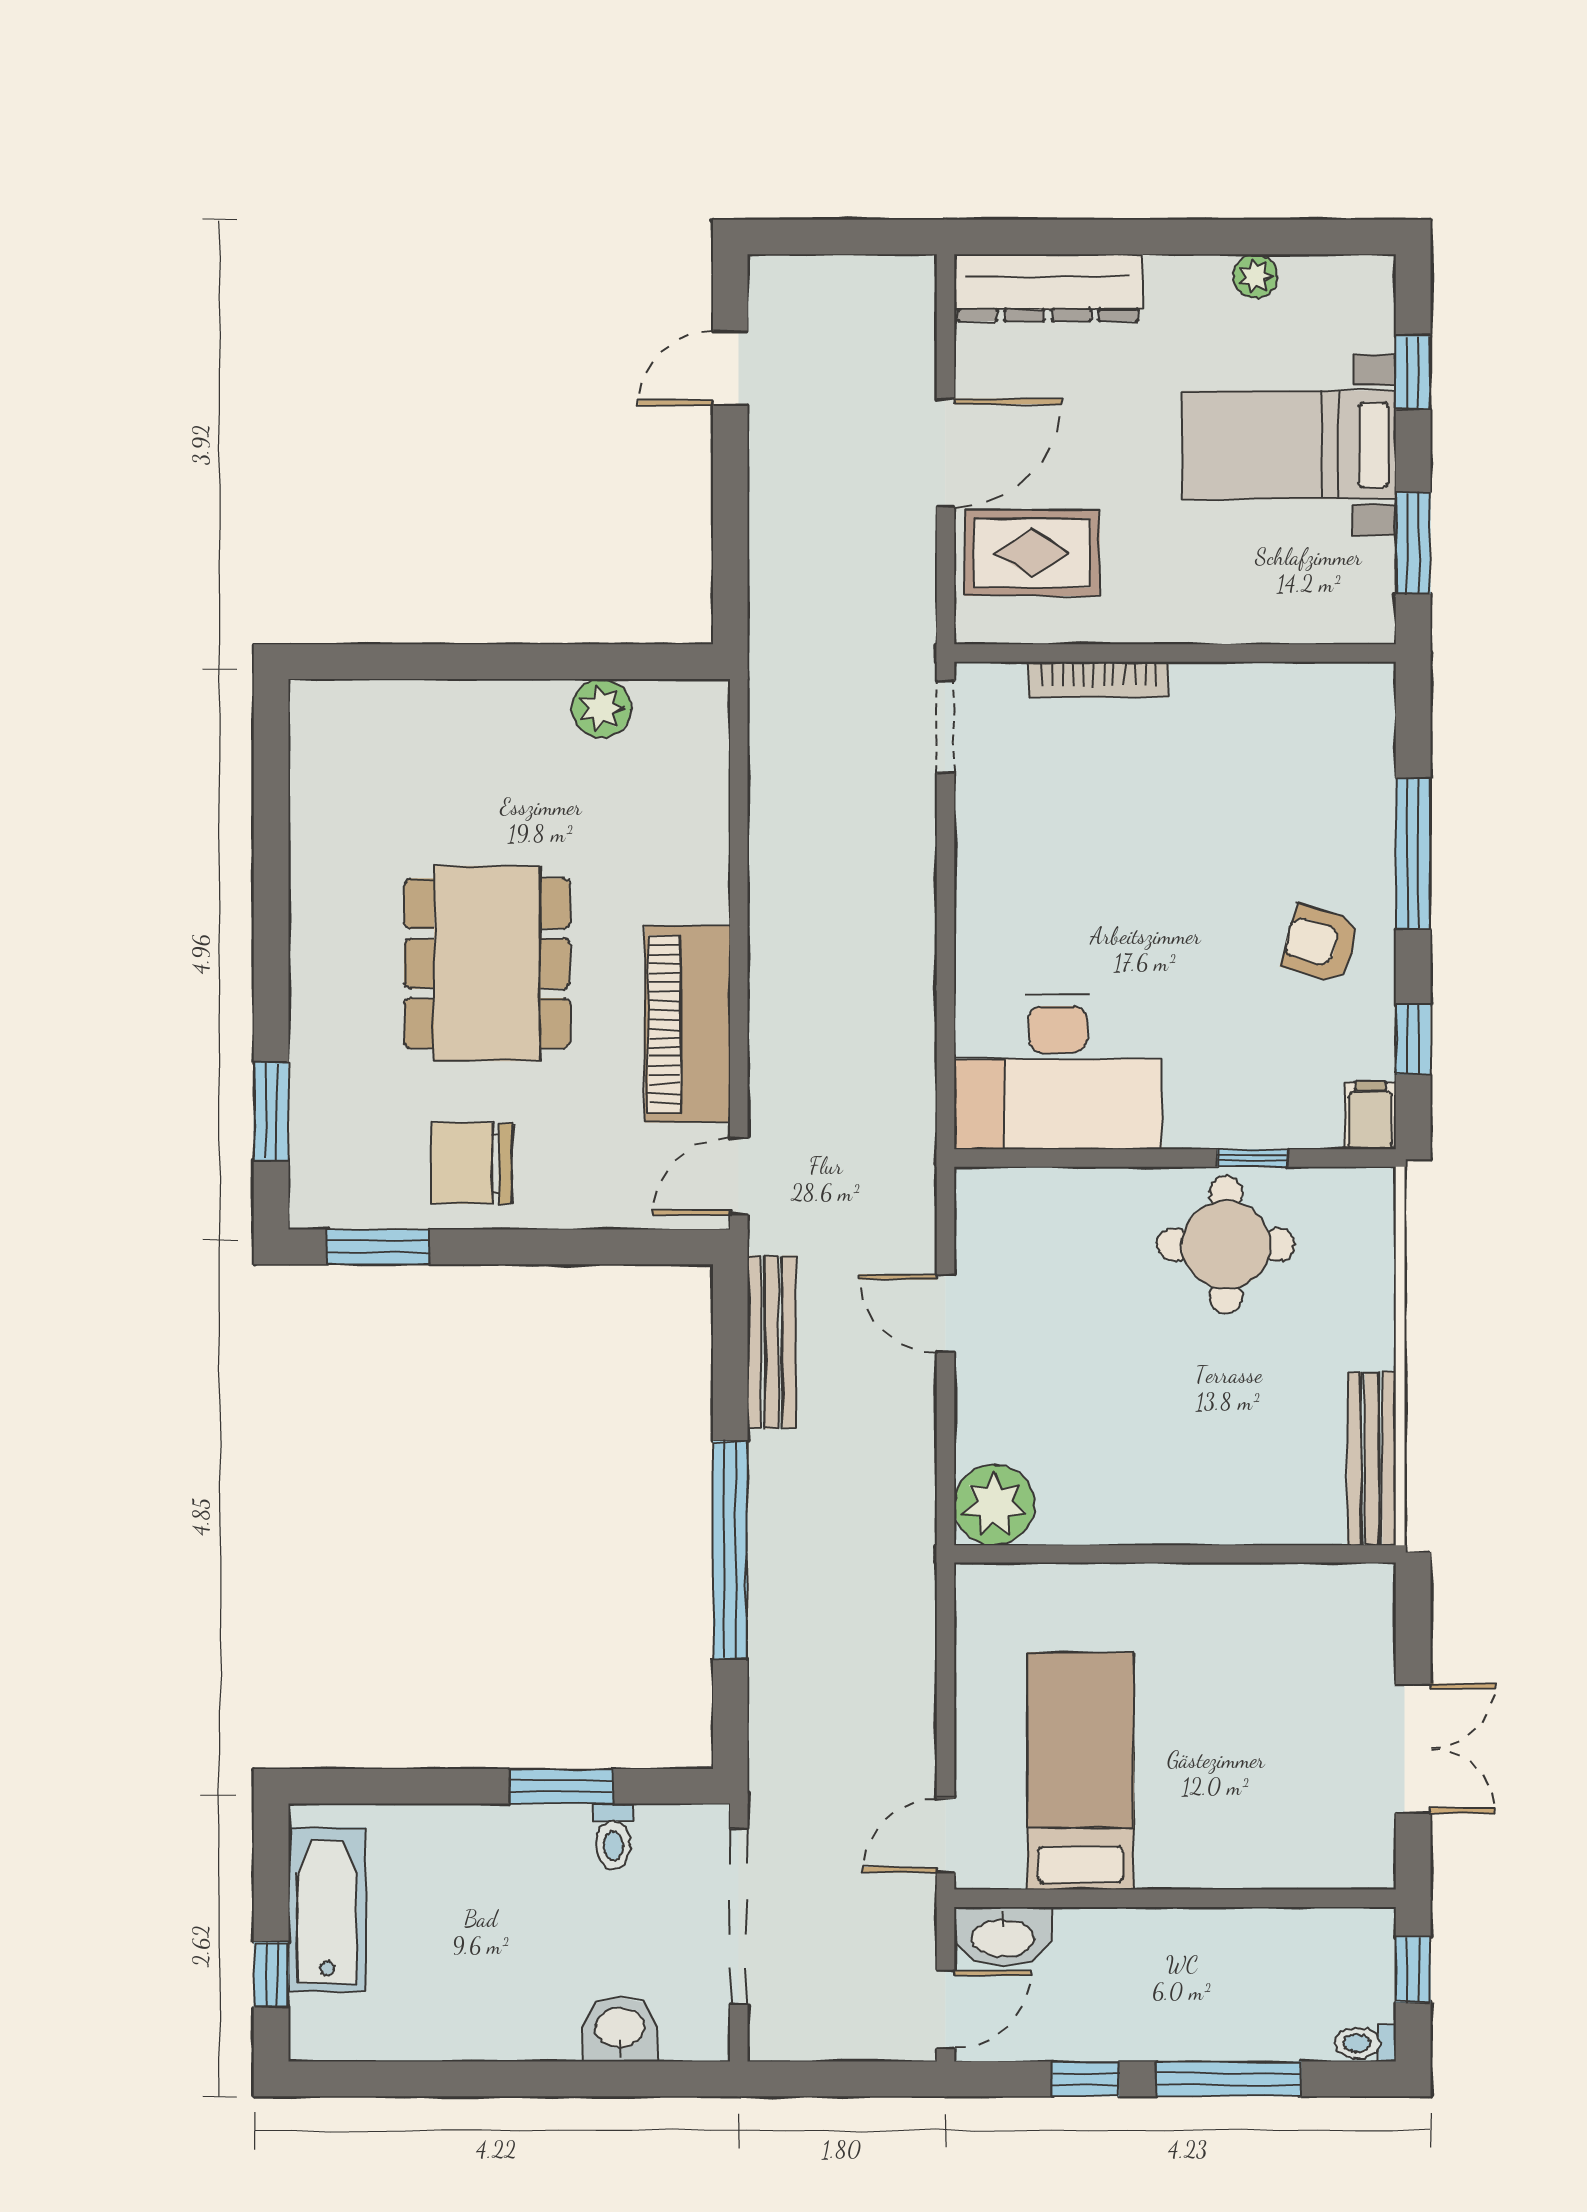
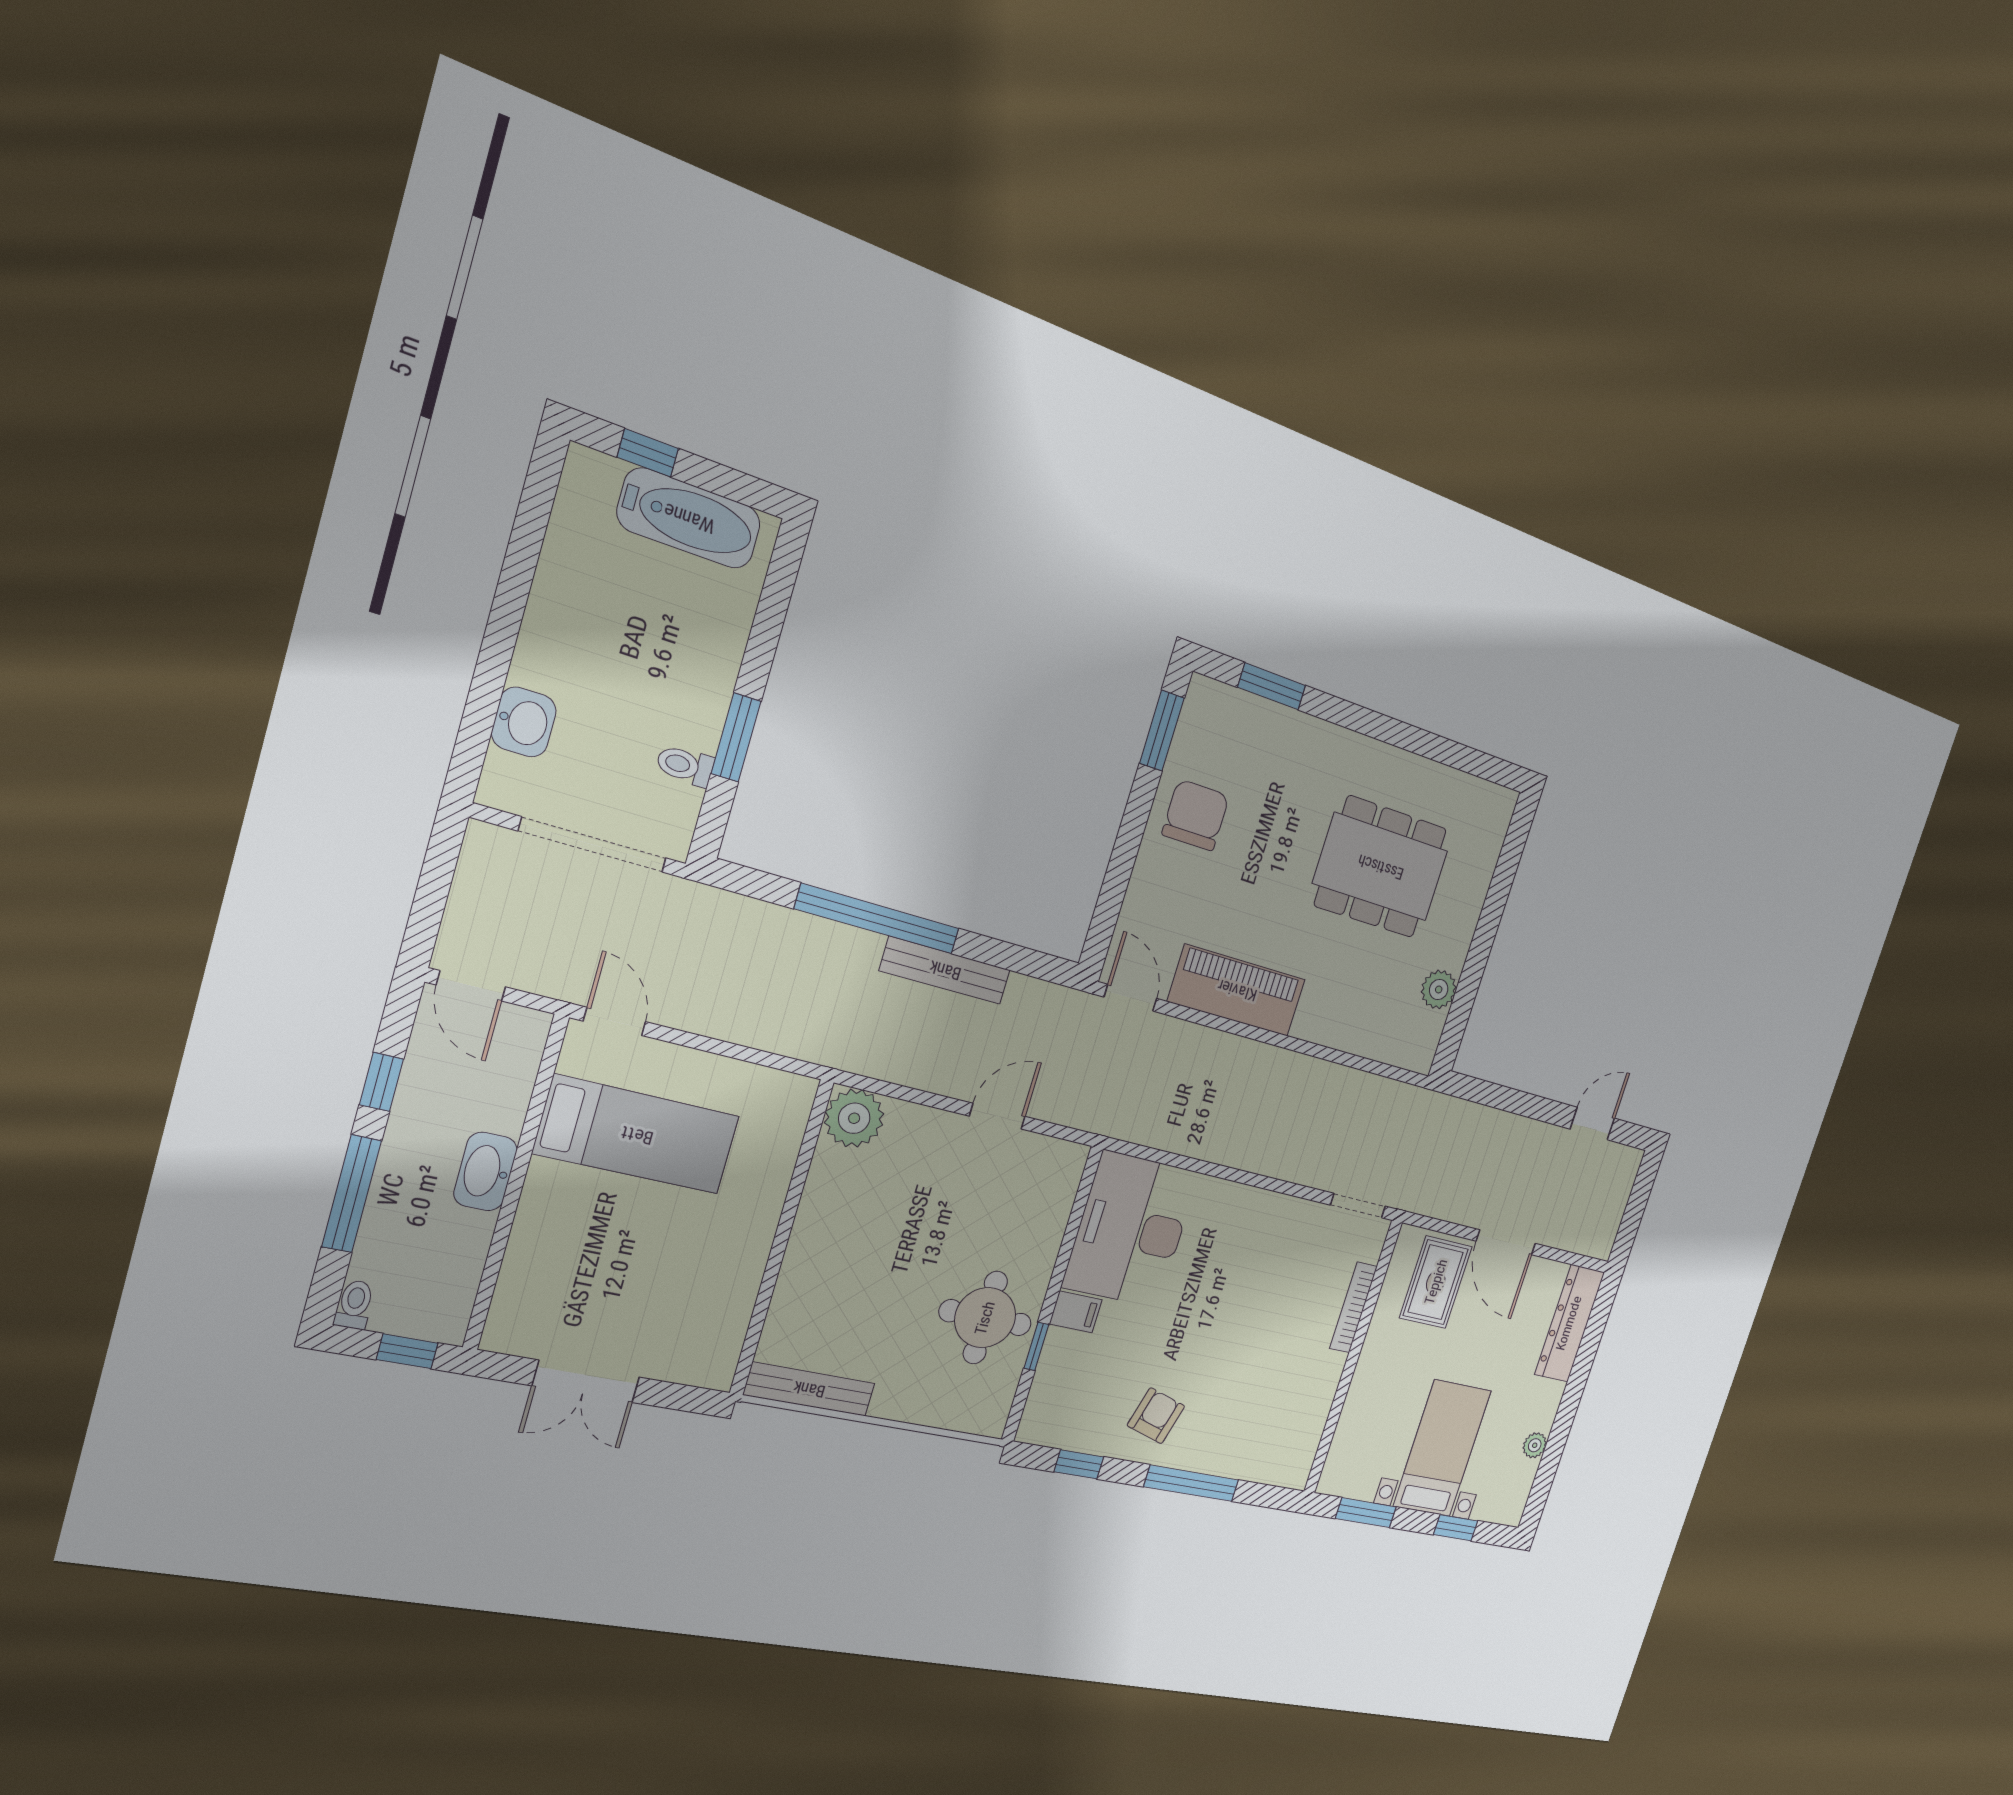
door: (730, 368) -> (1592, 1124), hinge flipped
dining table: (487, 963) -> (1381, 867), moved
filing cabinet: (1371, 1116) -> (1076, 1312), moved
bench: (772, 1342) -> (945, 970), moved
washbasin: (1003, 1936) -> (485, 1172), moved

